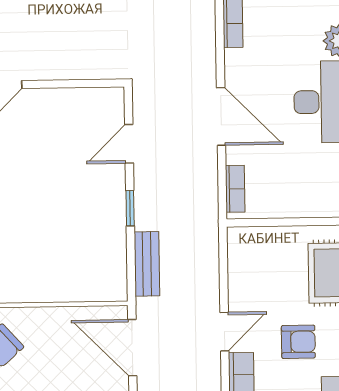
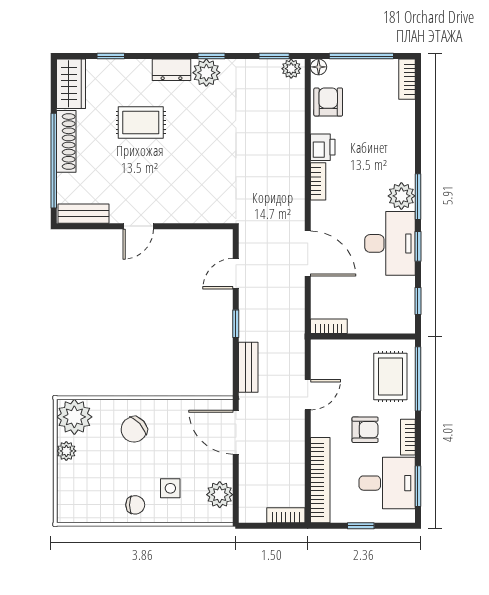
bookcase: (235, 189) -> (329, 326), moved, turned -90
door: (224, 332) -> (308, 395), moved

